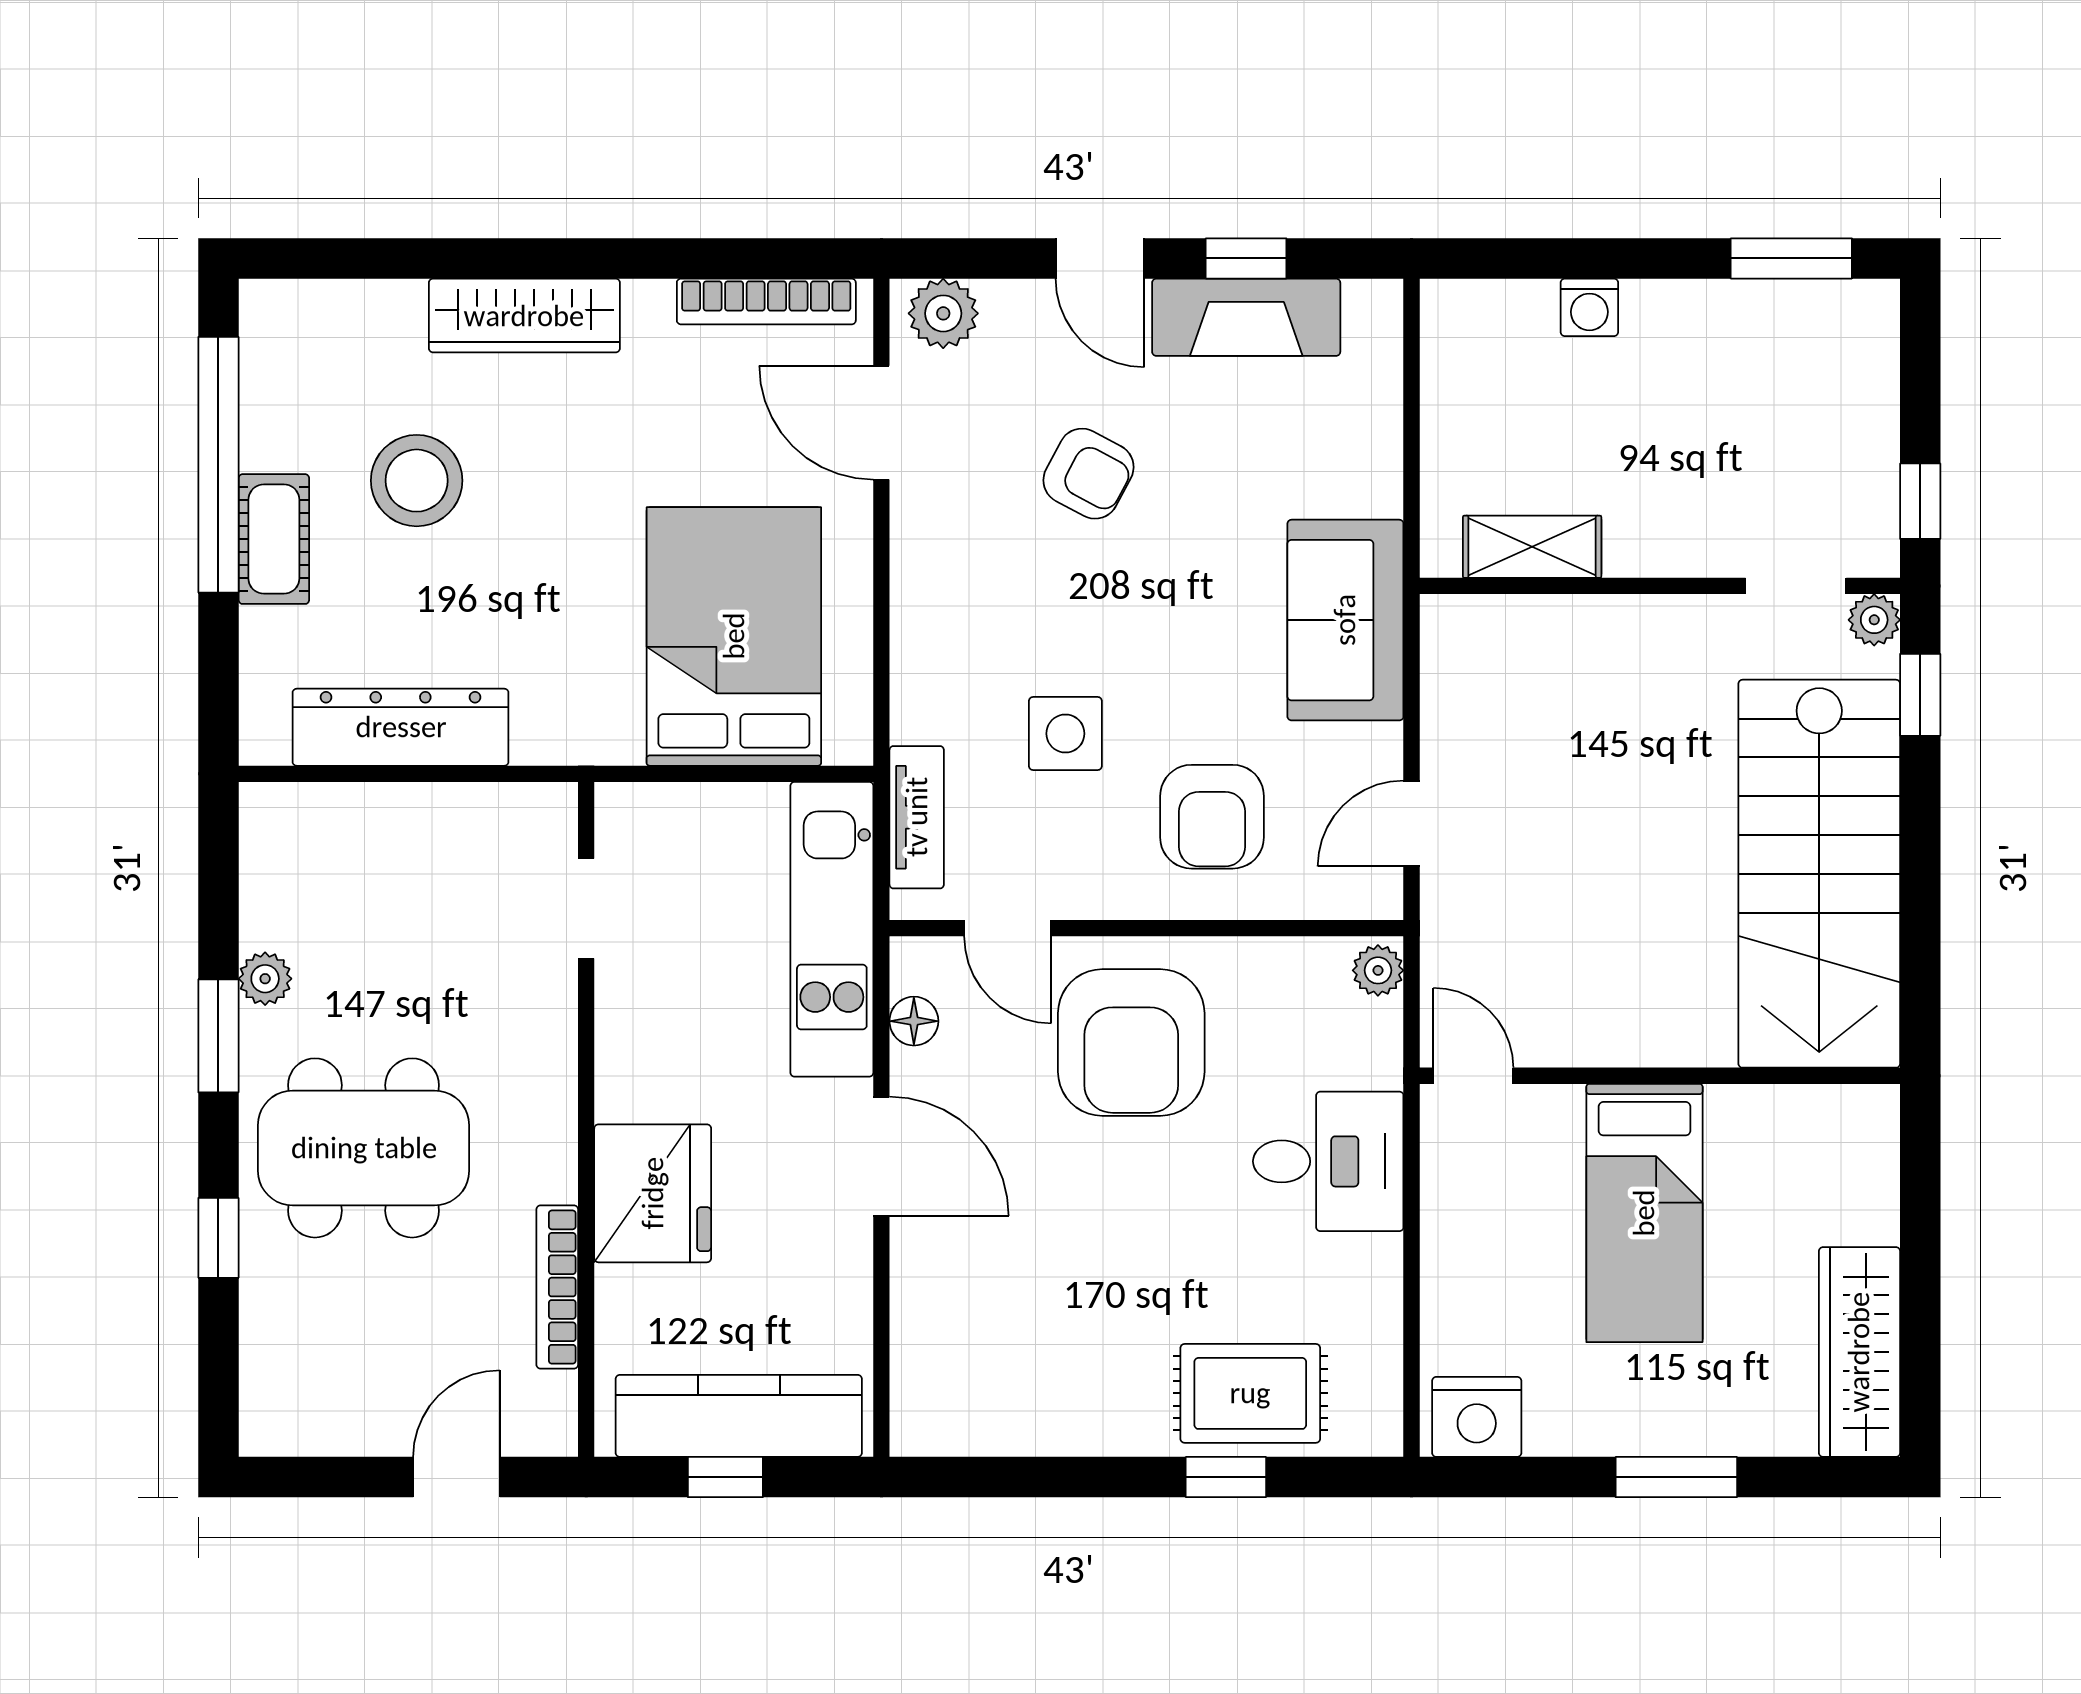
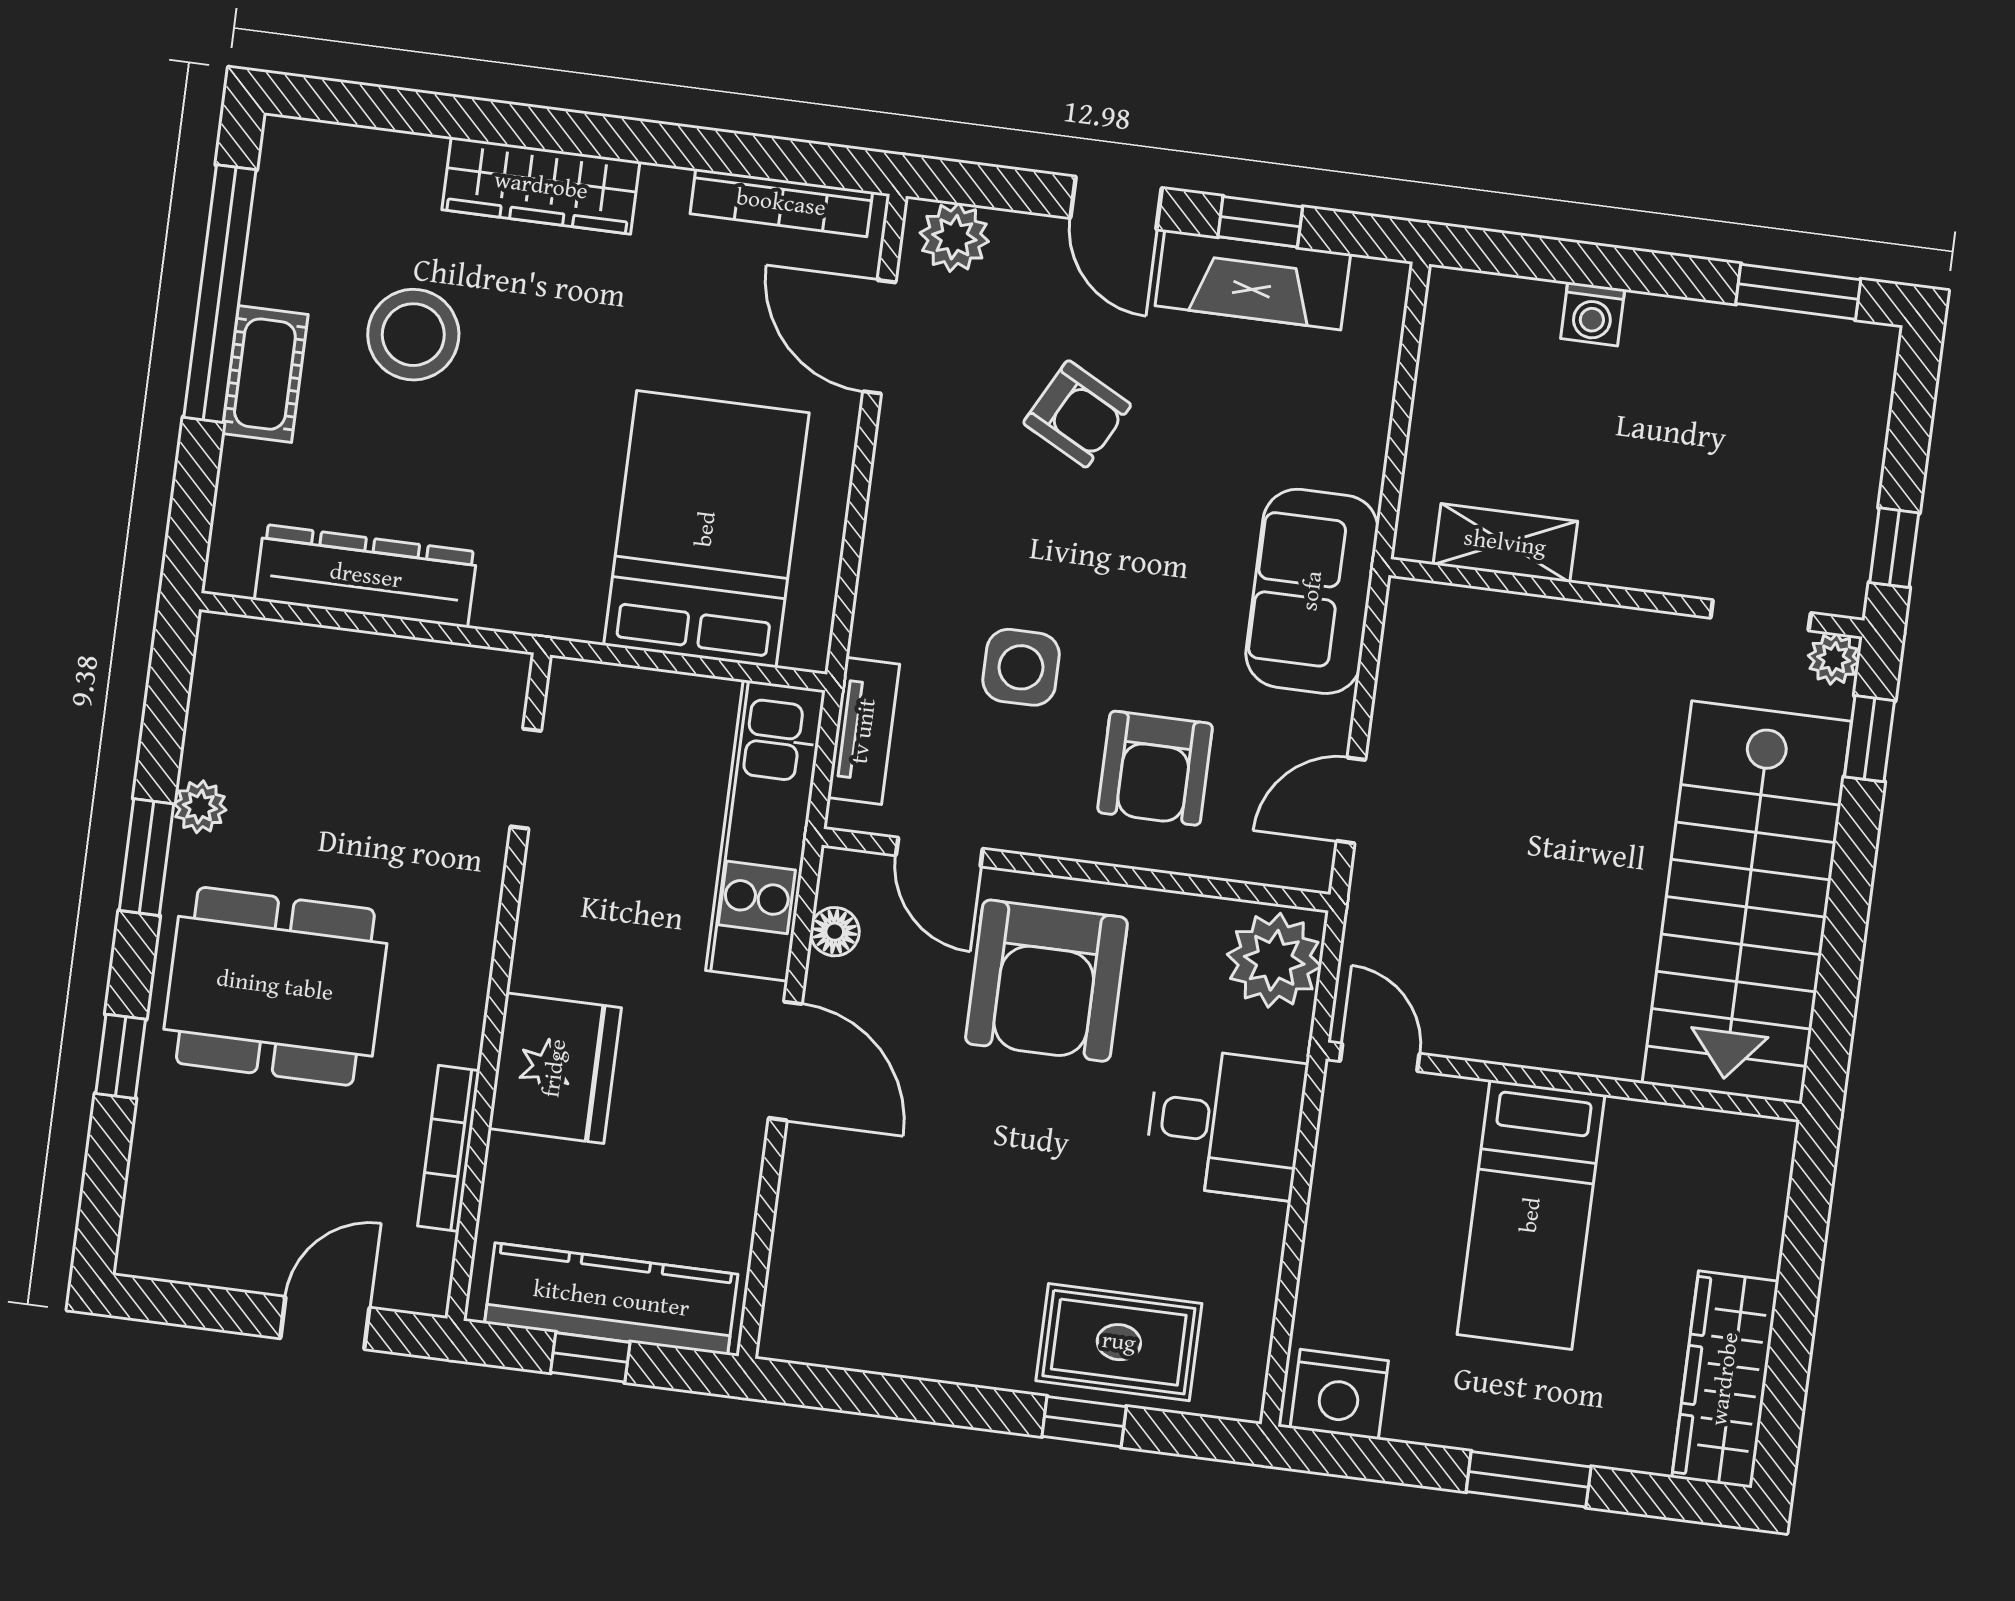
plant: (1378, 970) -> (1274, 960), width x1.87, depth x1.87

